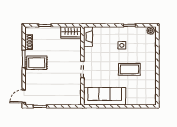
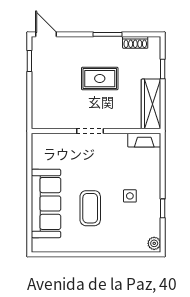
wardrobe: (71, 32) -> (151, 104), width x1.50
rug: (37, 63) -> (100, 79), moved, turned 90
sofa: (105, 96) -> (46, 203), moved

